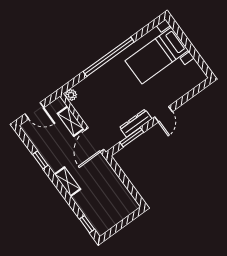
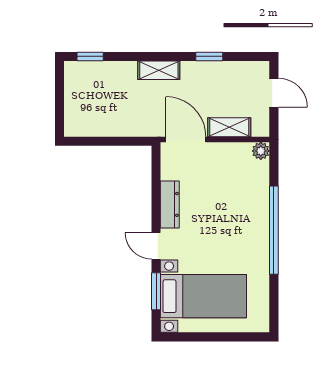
bed with nightstands: (157, 55) -> (203, 296), moved, turned 90
door: (34, 111) -> (274, 93), swing flipped
window: (132, 137) -> (156, 291), moved

